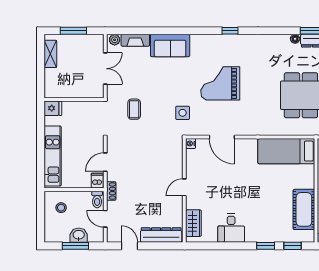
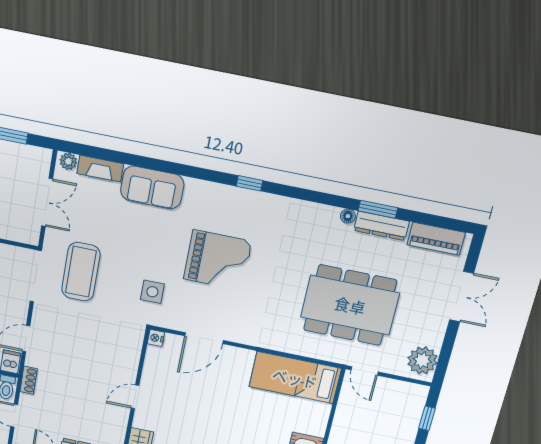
grand piano: (220, 83) -> (218, 260), turned 180
coffee table: (134, 109) -> (81, 272), width x1.86, depth x1.72
door: (222, 137) -> (204, 338), hinge flipped

